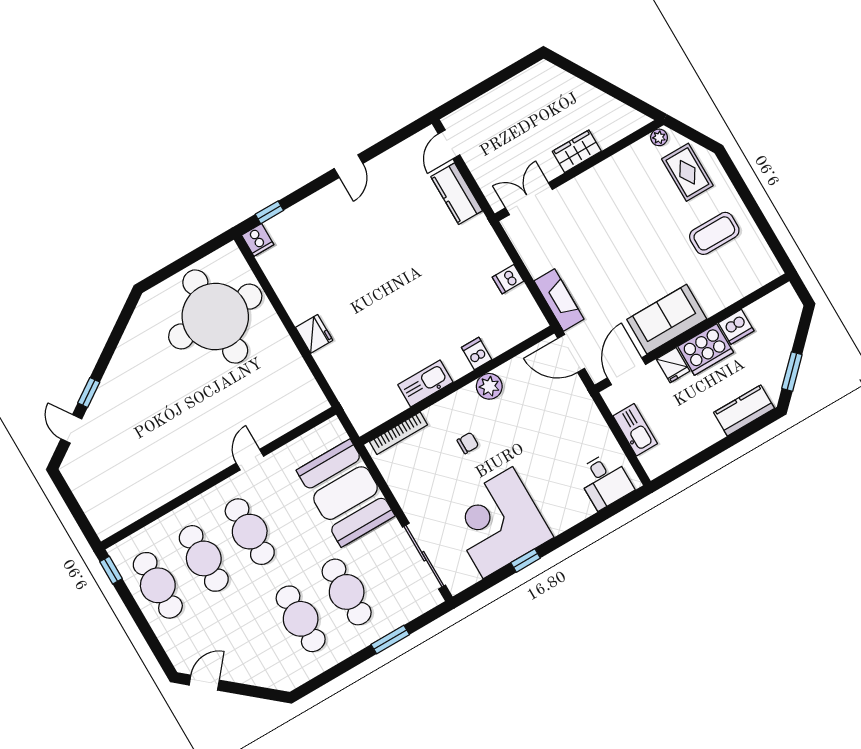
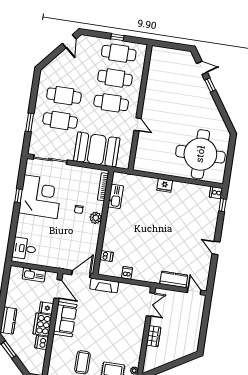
dishwasher: (477, 353) -> (106, 256), moved
kitchen sink: (425, 383) -> (116, 196), moved
plant: (489, 386) -> (96, 218), moved
window: (111, 570) -> (117, 37), moved

